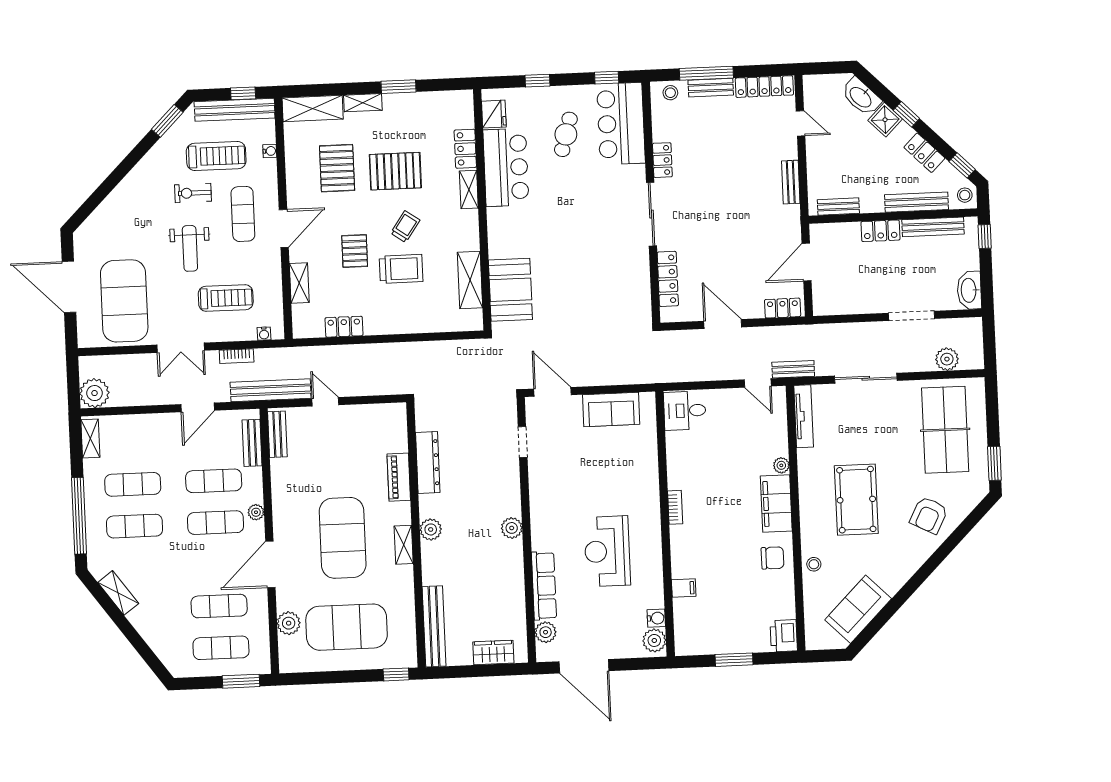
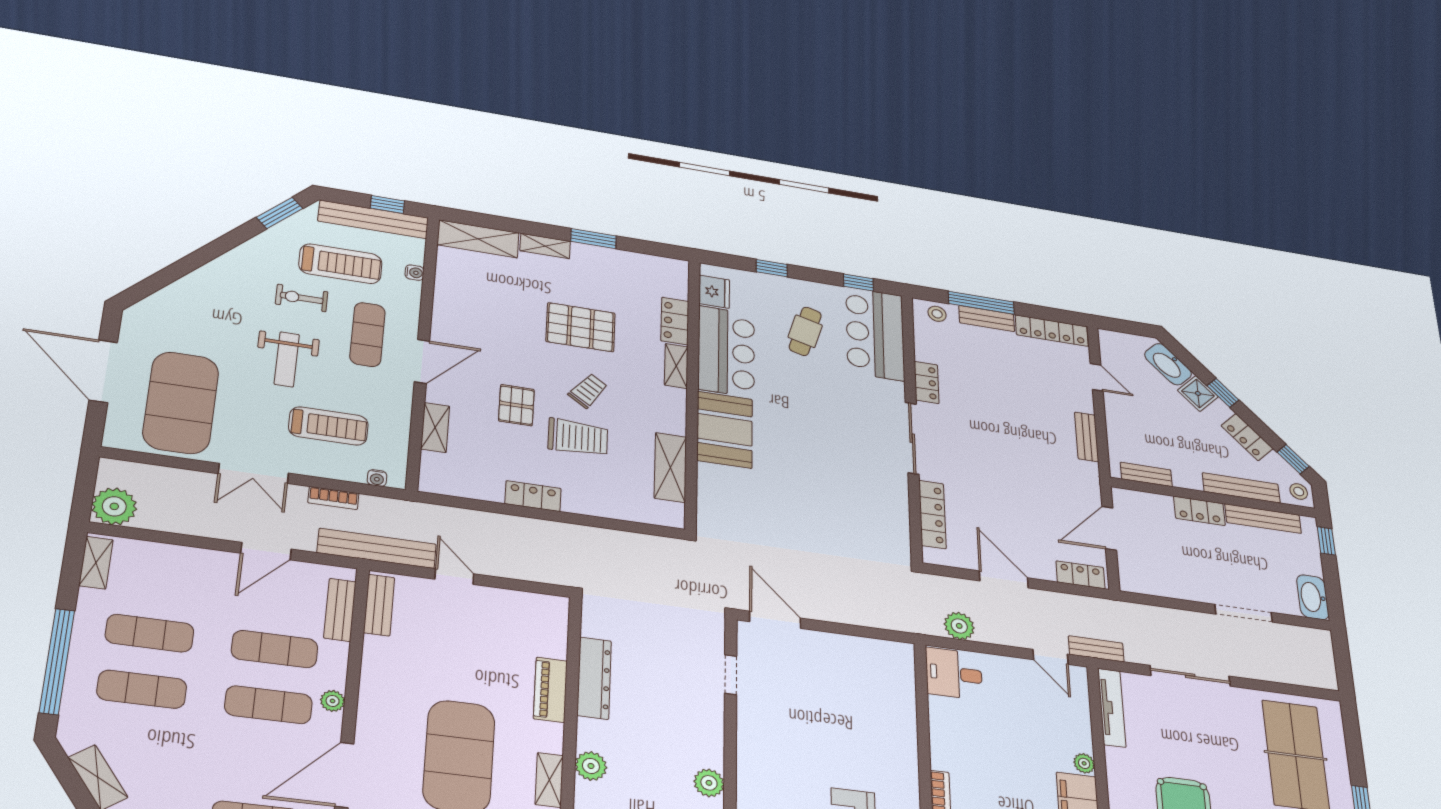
pallet: (337, 168) -> (503, 309), removed
booth: (510, 290) -> (725, 430), moved
locker: (344, 327) -> (533, 496), moved
plant: (947, 359) -> (959, 626), moved
sofa: (611, 409) -> (855, 655), removed

